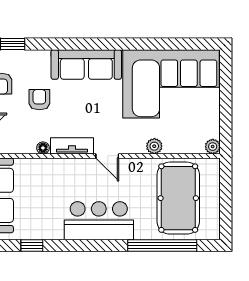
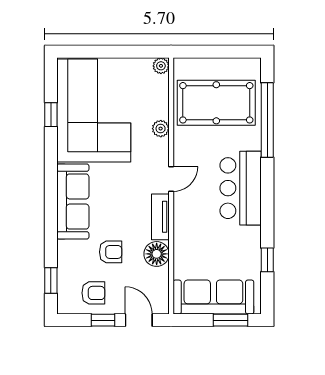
window: (167, 44) -> (51, 115), added
armchair: (39, 100) -> (111, 252), turned 180
floor lamp: (43, 148) -> (157, 254), width x1.89, depth x1.89

